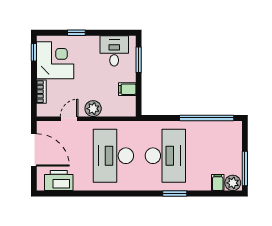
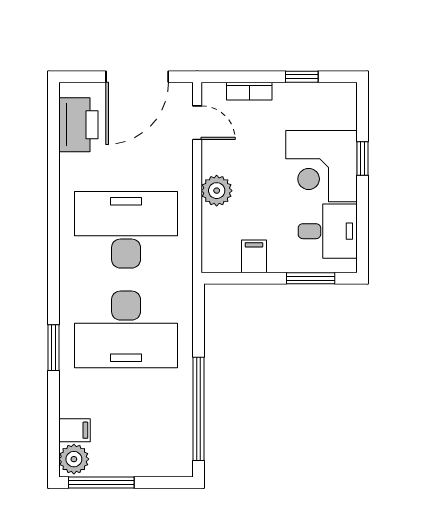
window: (34, 52) -> (302, 77), moved
corner desk: (55, 60) -> (321, 166), moved, turned 90
door: (69, 119) -> (197, 123), moved

